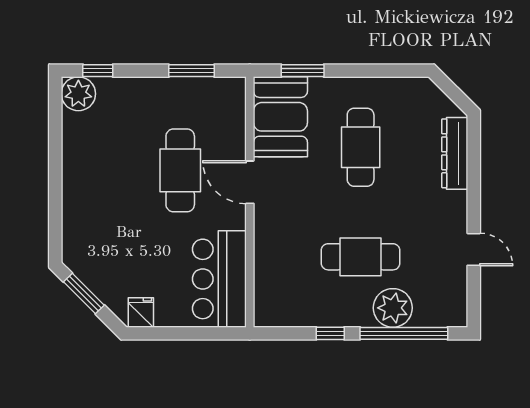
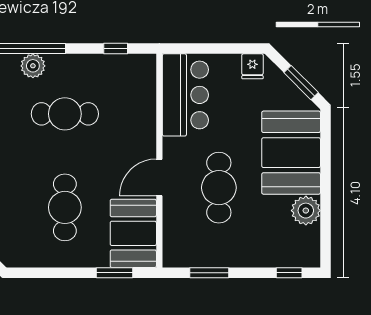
plant: (78, 94) -> (306, 211), moved
door: (250, 182) -> (159, 178), swing flipped
booth: (96, 211) -> (291, 153), added
plant: (393, 308) -> (33, 66), width x0.73, depth x0.73
window: (330, 333) -> (116, 48), moved

